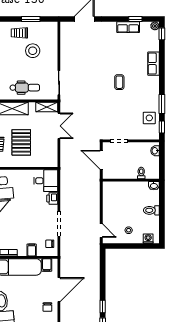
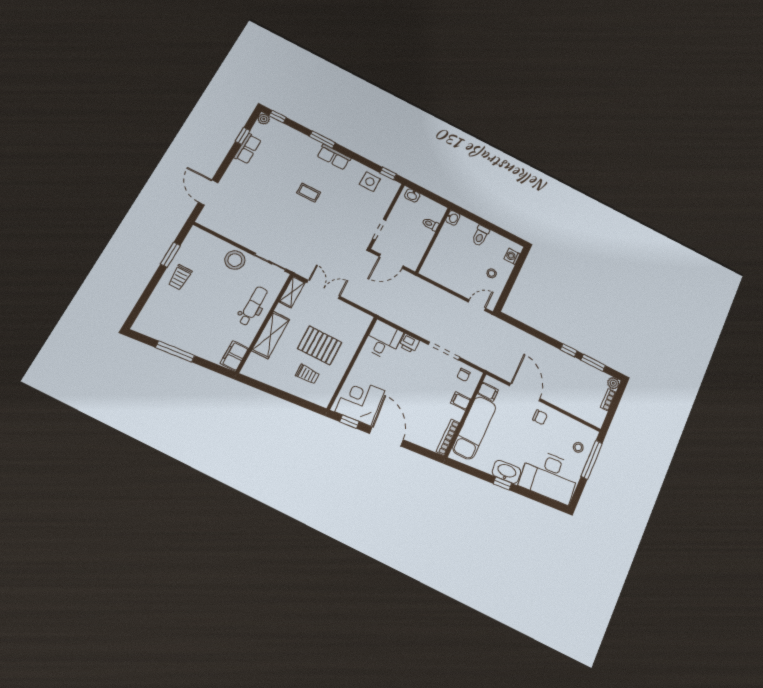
stool: (33, 51) -> (235, 260), moved
row of seats: (154, 64) -> (334, 157), moved
window: (162, 104) -> (322, 140), moved

